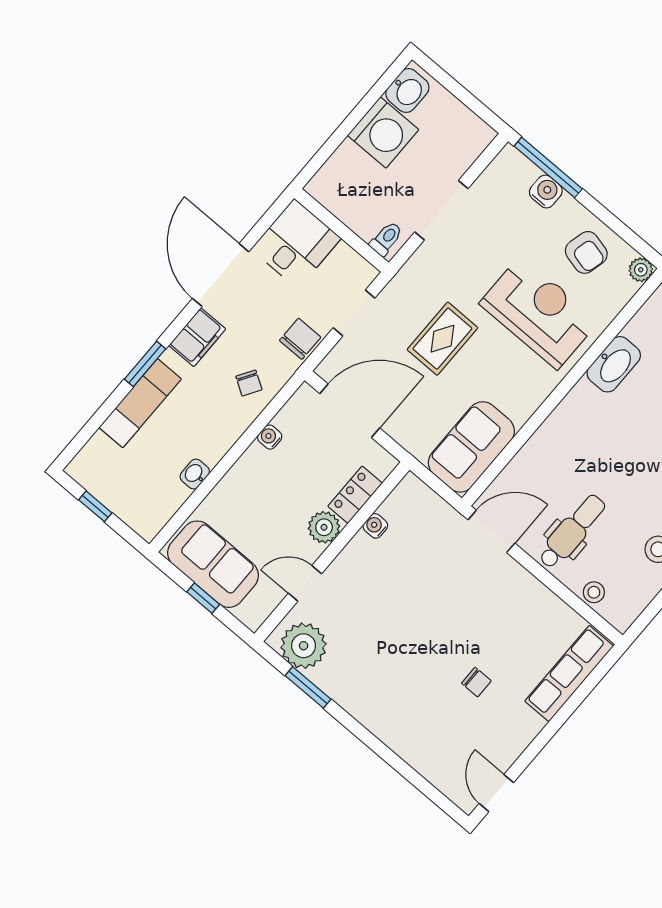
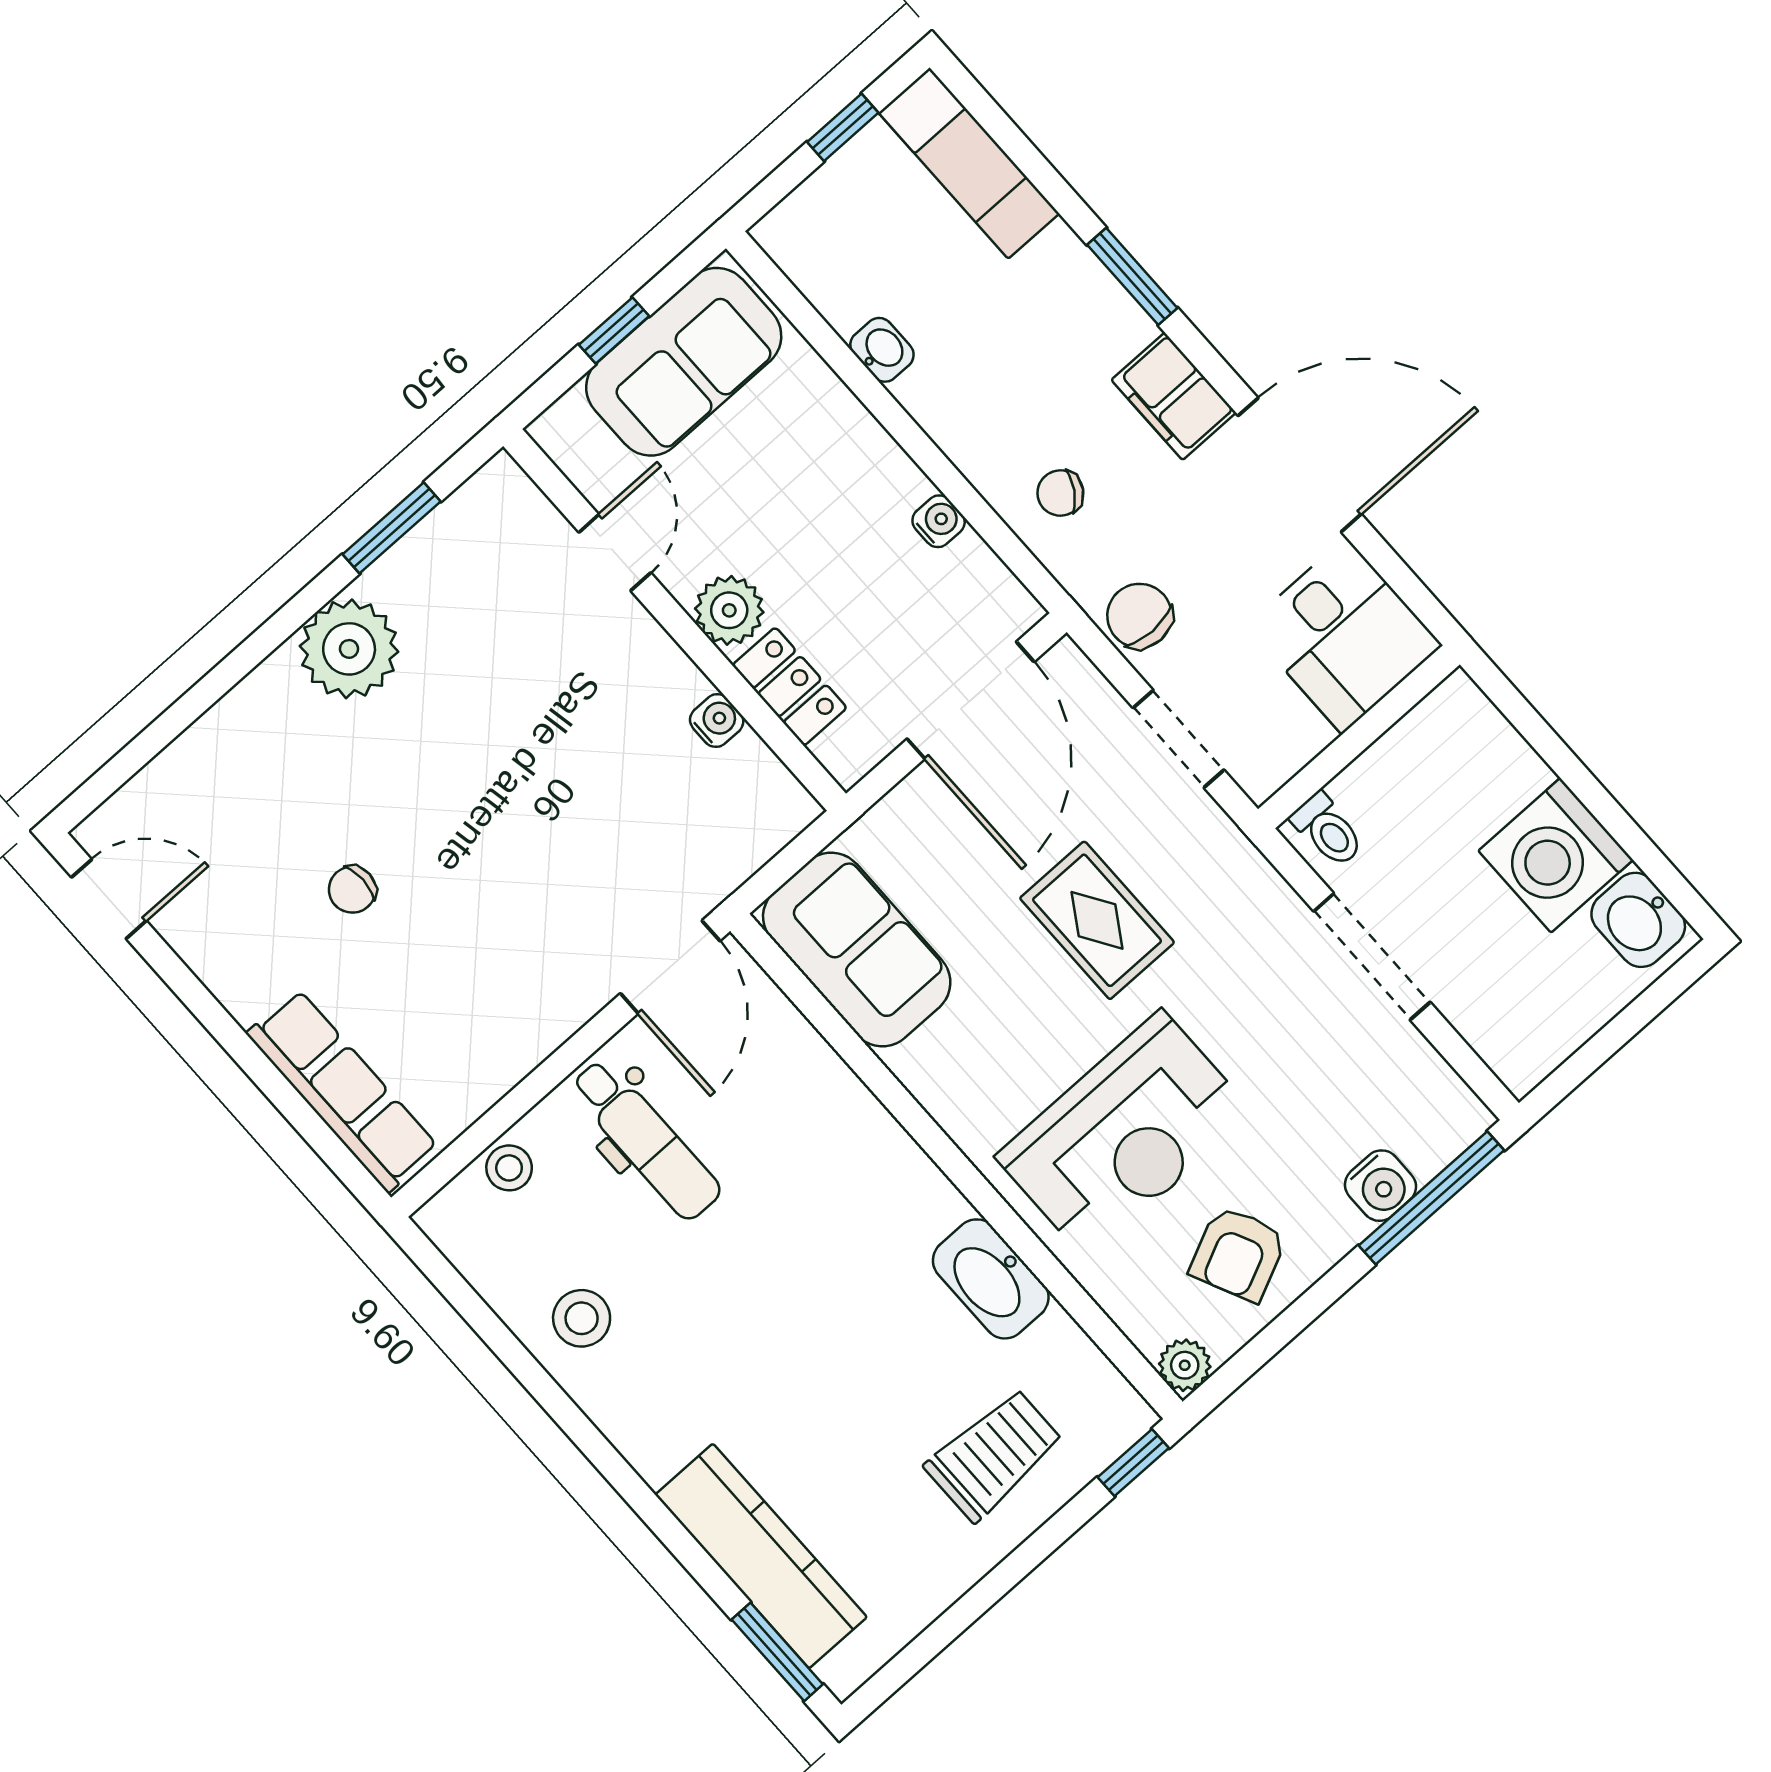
armchair: (586, 252) -> (1238, 1254), turned -39
chair: (300, 339) -> (1140, 616), turned 180
exam couch: (140, 403) -> (969, 163), moved
plant: (304, 646) -> (349, 649), moved

